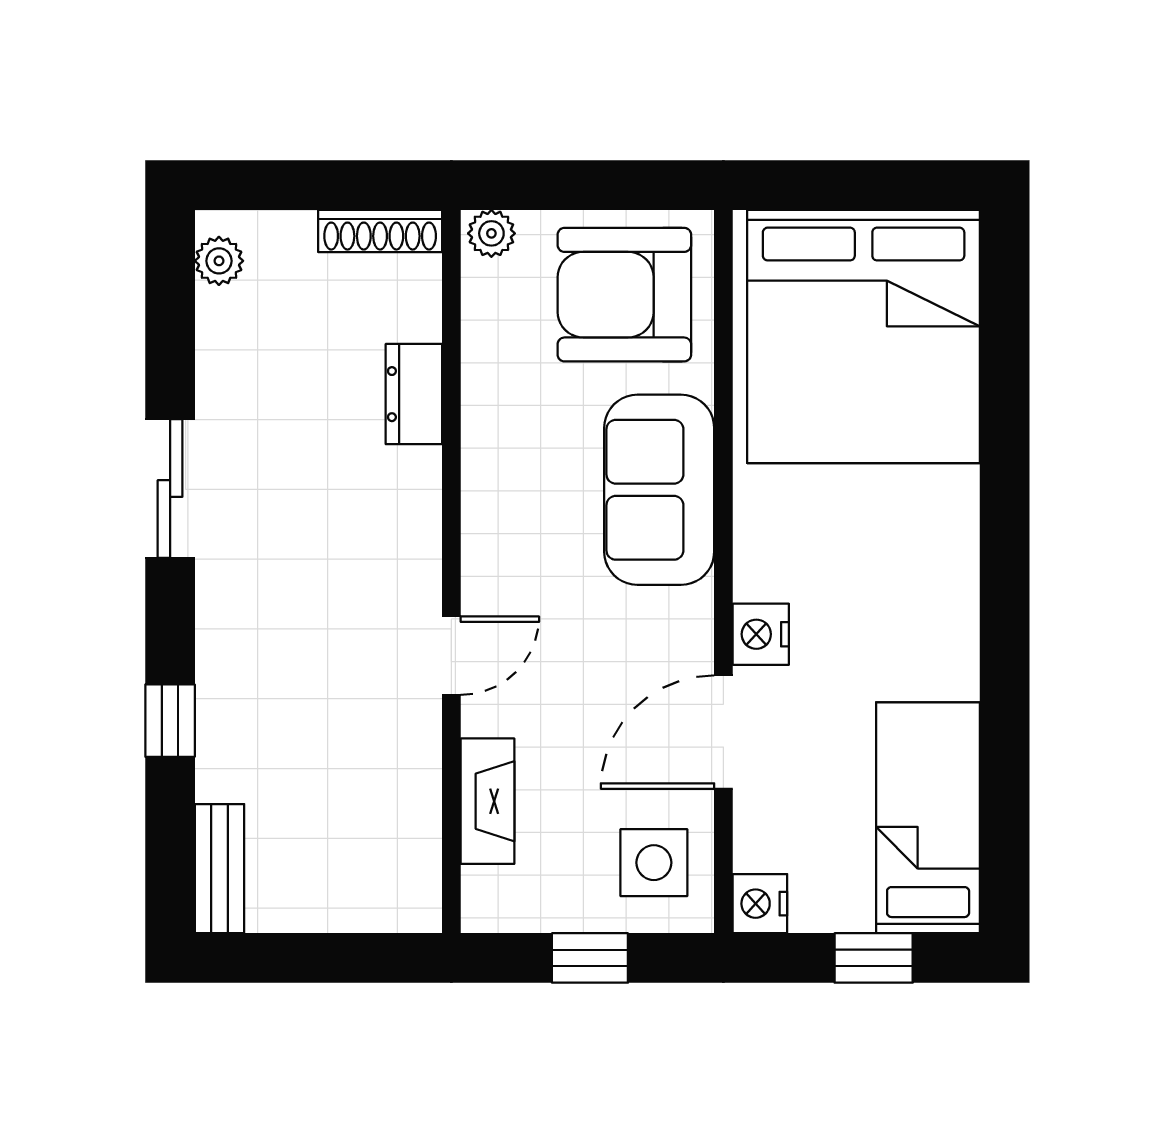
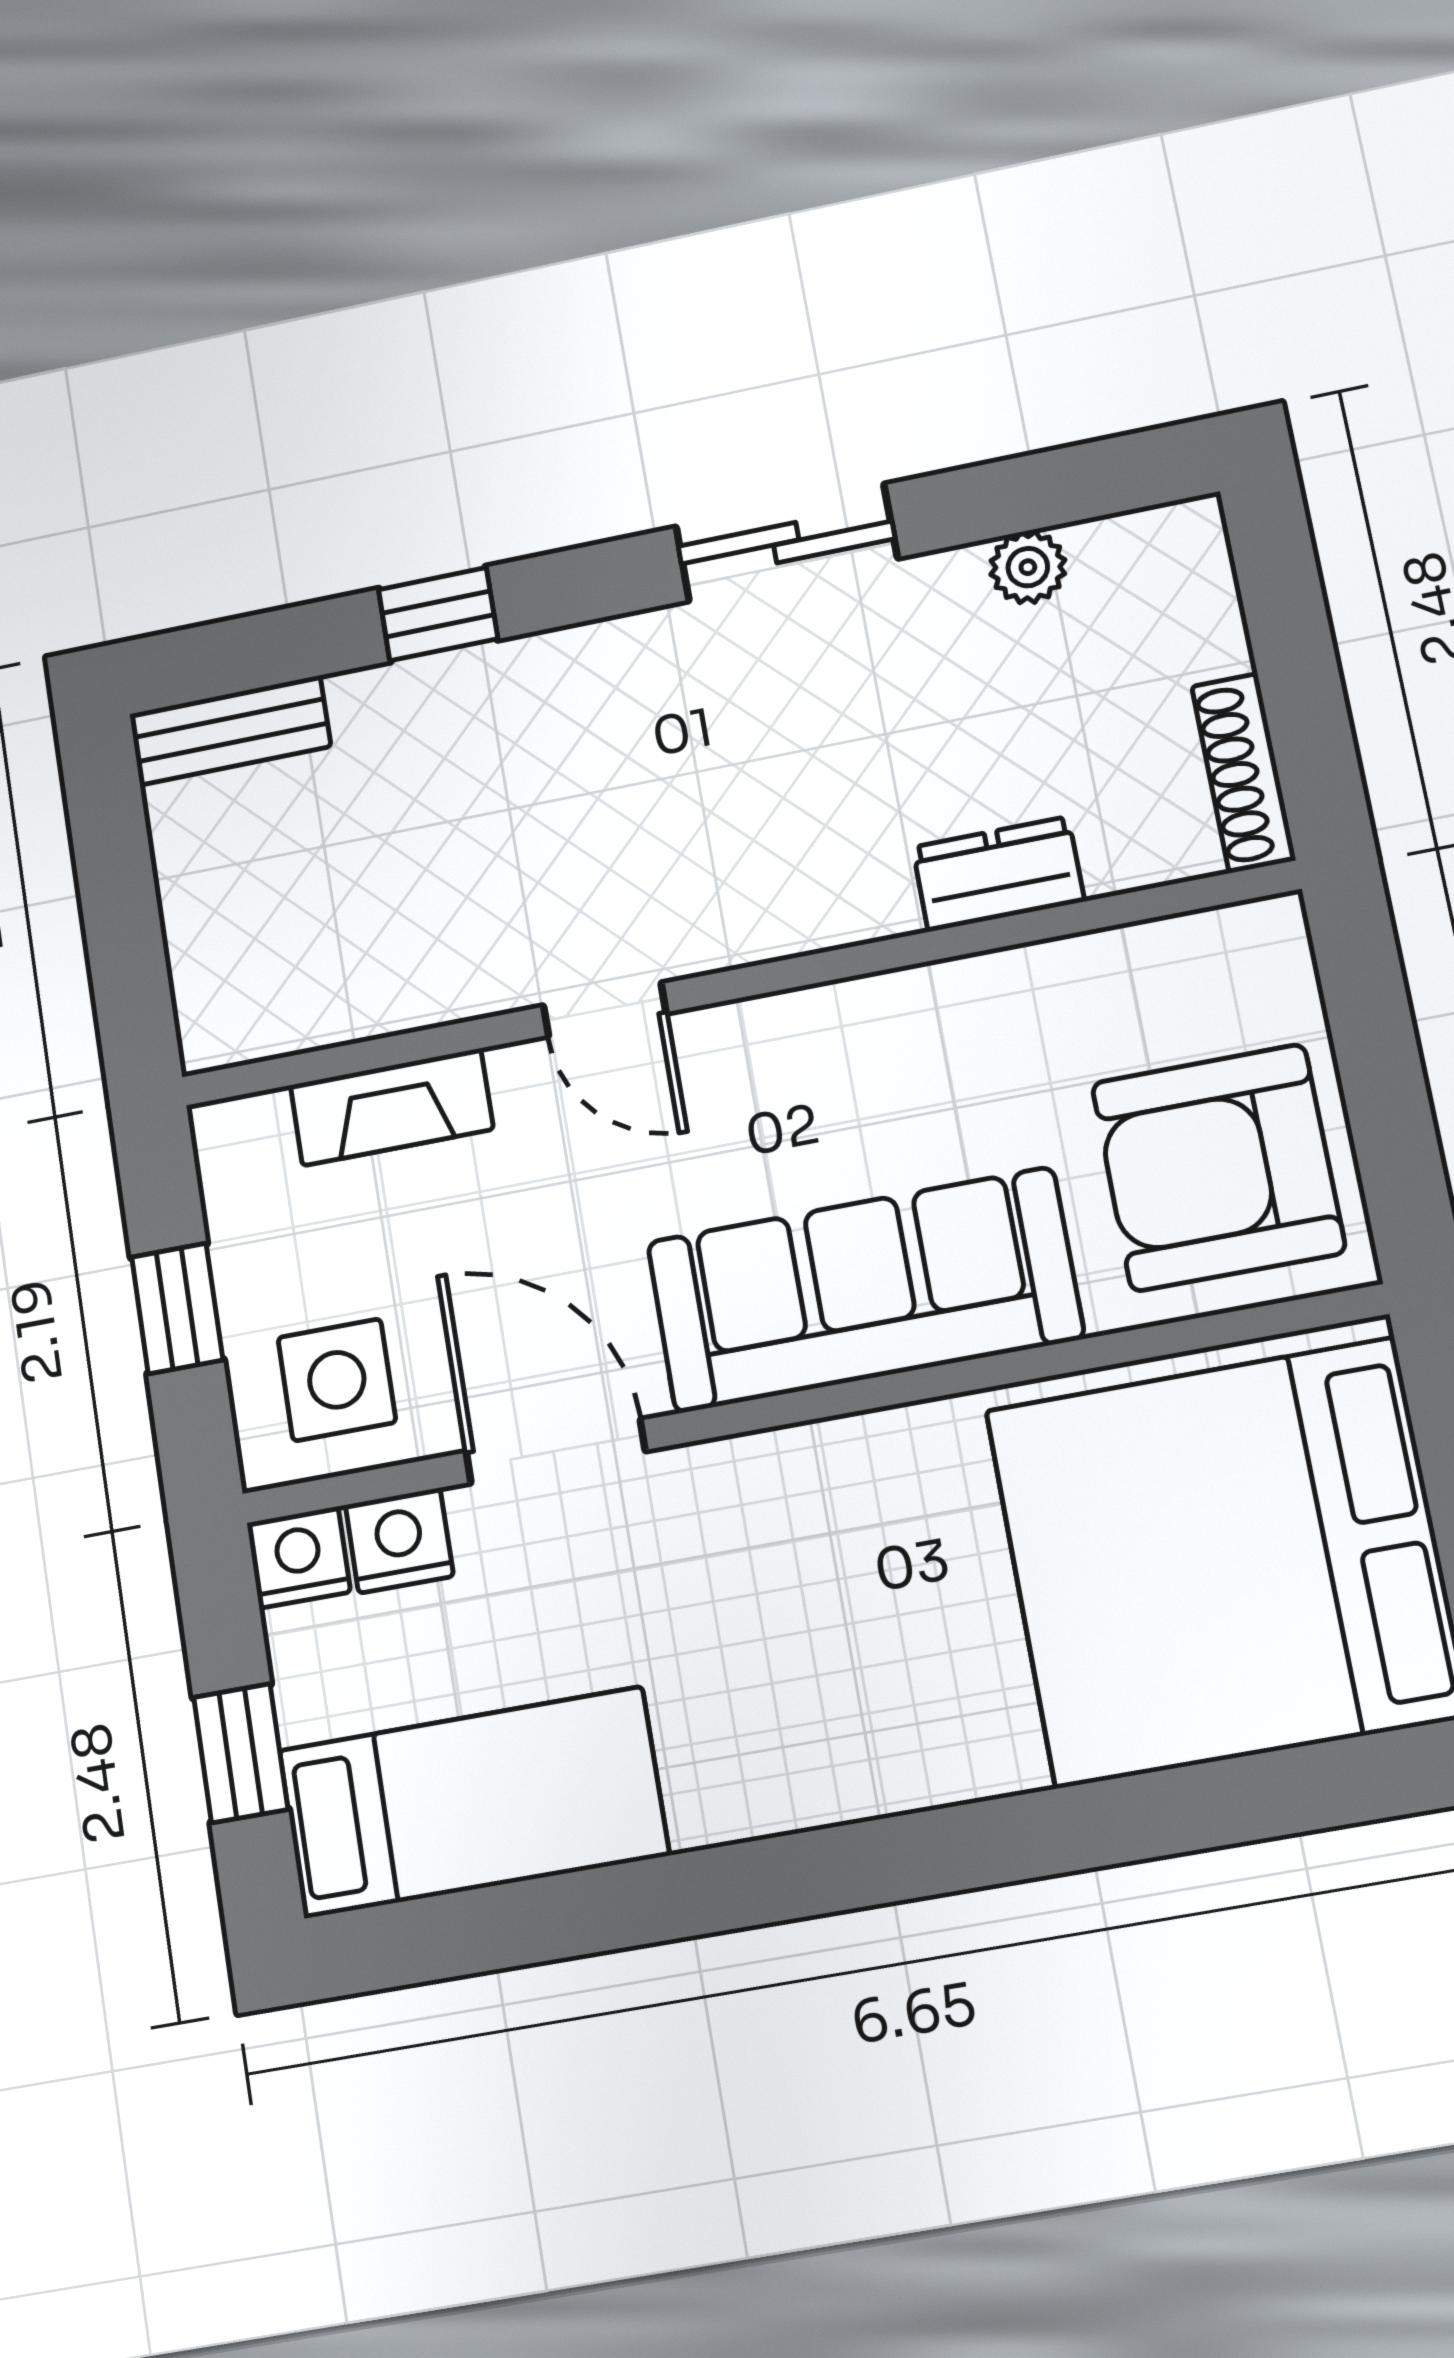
plant: (491, 233) -> (1274, 943), removed
plant: (219, 261) -> (1028, 567), moved
armchair: (624, 295) -> (1218, 1168), turned -90
sofa: (659, 490) -> (864, 1290), width x1.36
nightstand: (761, 634) -> (399, 1540), moved

